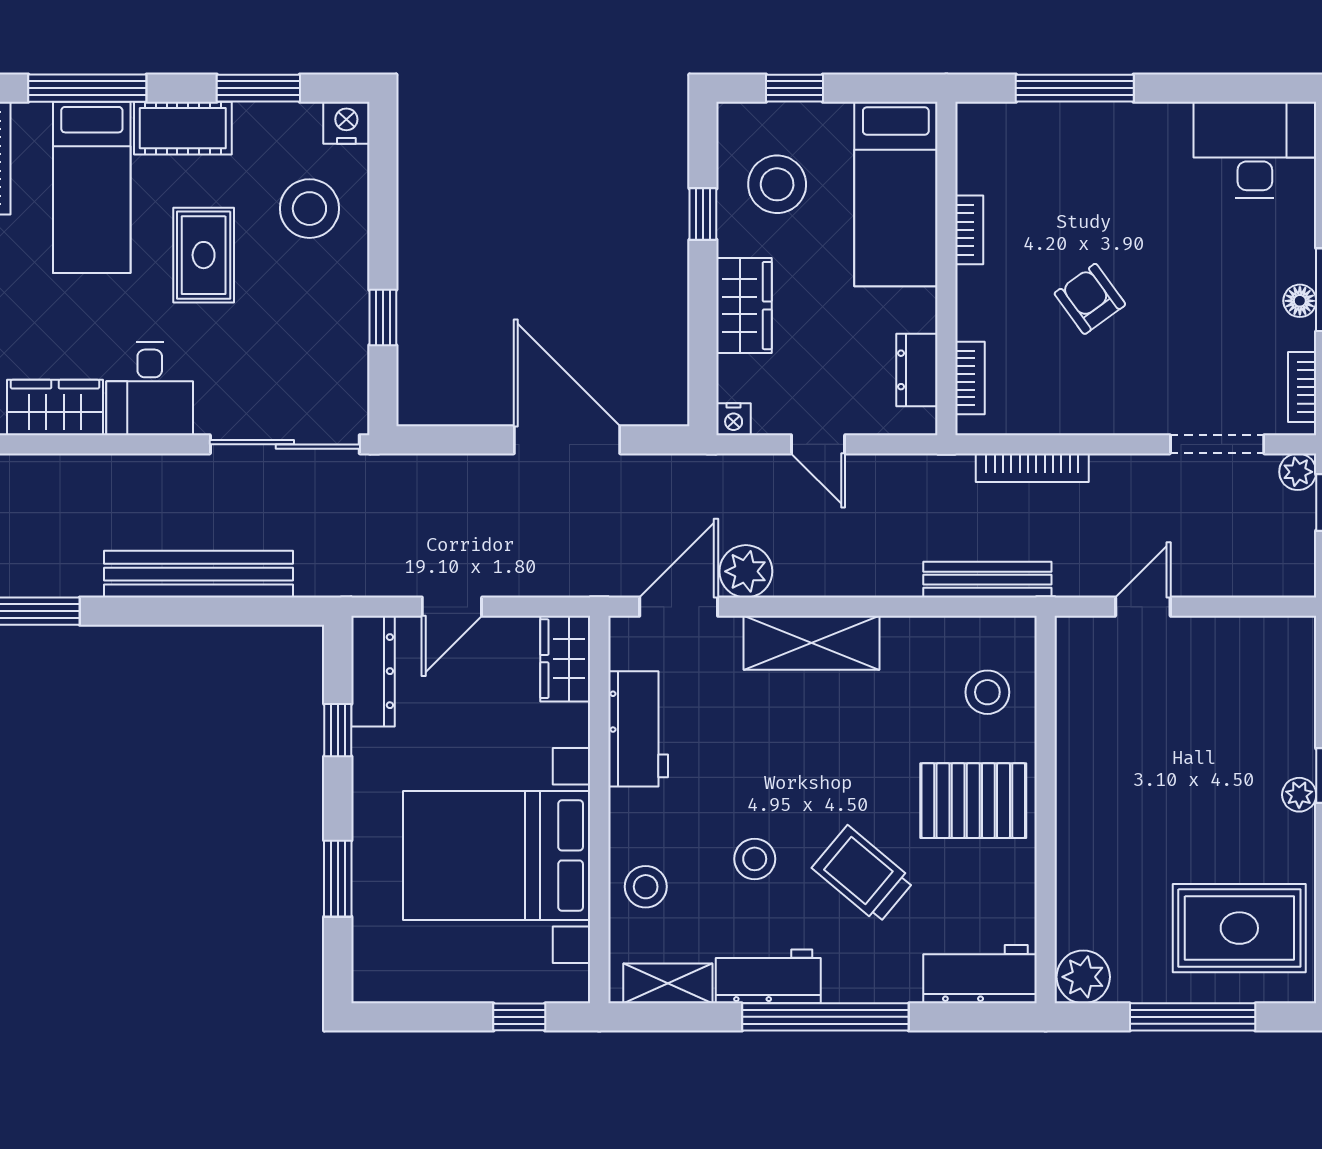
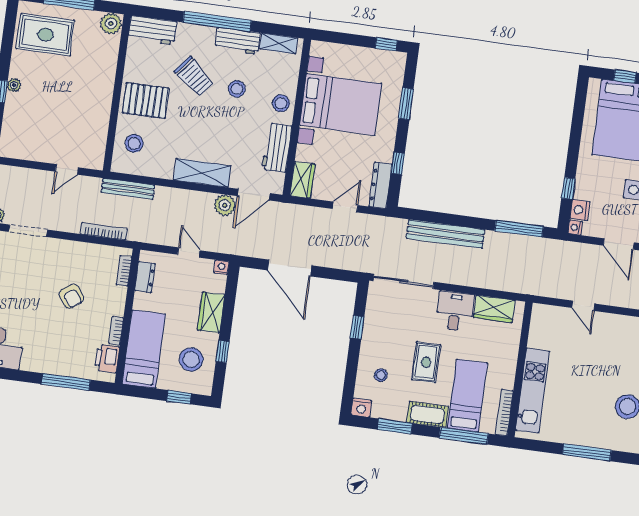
printer: (982, 159) -> (107, 358), added
stool: (309, 209) -> (381, 375), width x0.53, depth x0.53
stool: (646, 887) -> (281, 103), moved
window: (519, 1017) -> (386, 44), moved

